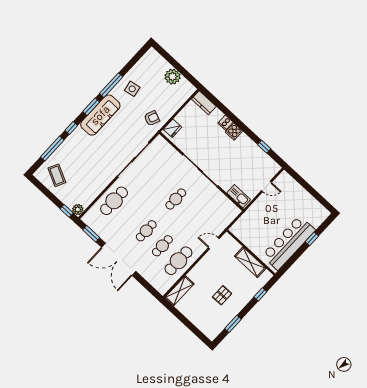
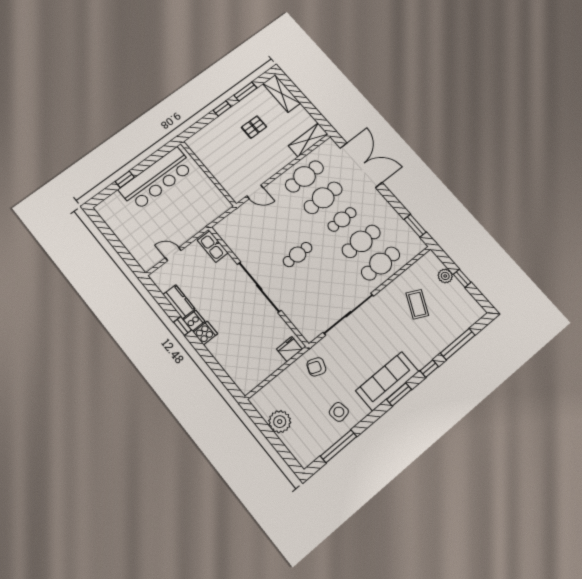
window: (111, 85) -> (339, 446), moved
kitchen counter: (204, 103) -> (179, 302), moved
cooker: (225, 123) -> (194, 321), moved
window: (264, 147) -> (183, 326), moved
coffee table: (57, 175) -> (417, 304), moved
plant: (78, 210) -> (445, 276), moved
window: (67, 211) -> (462, 278), moved
cafe table: (130, 216) -> (361, 241), added
cafe table: (162, 246) -> (323, 198), width x1.37, depth x1.35
double door: (119, 259) -> (361, 165), moved
shelving: (250, 262) -> (282, 93), moved
window: (260, 294) -> (222, 108), moved

